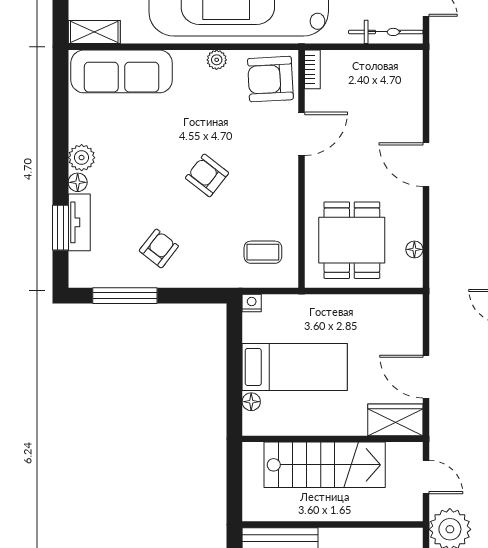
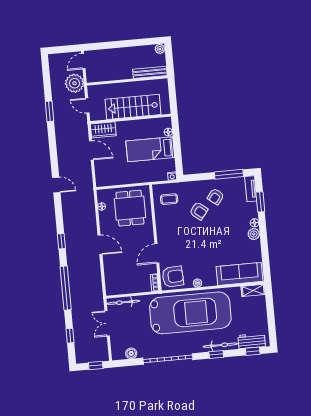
armchair: (207, 175) -> (199, 211), moved
tv unit: (79, 222) -> (251, 189), moved

